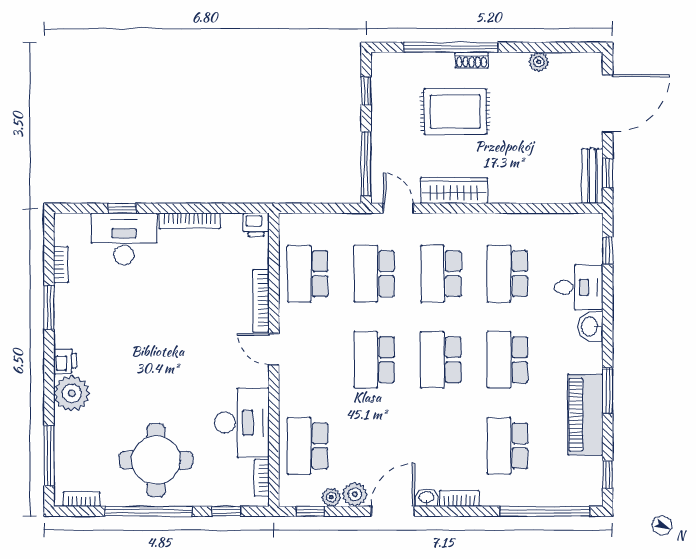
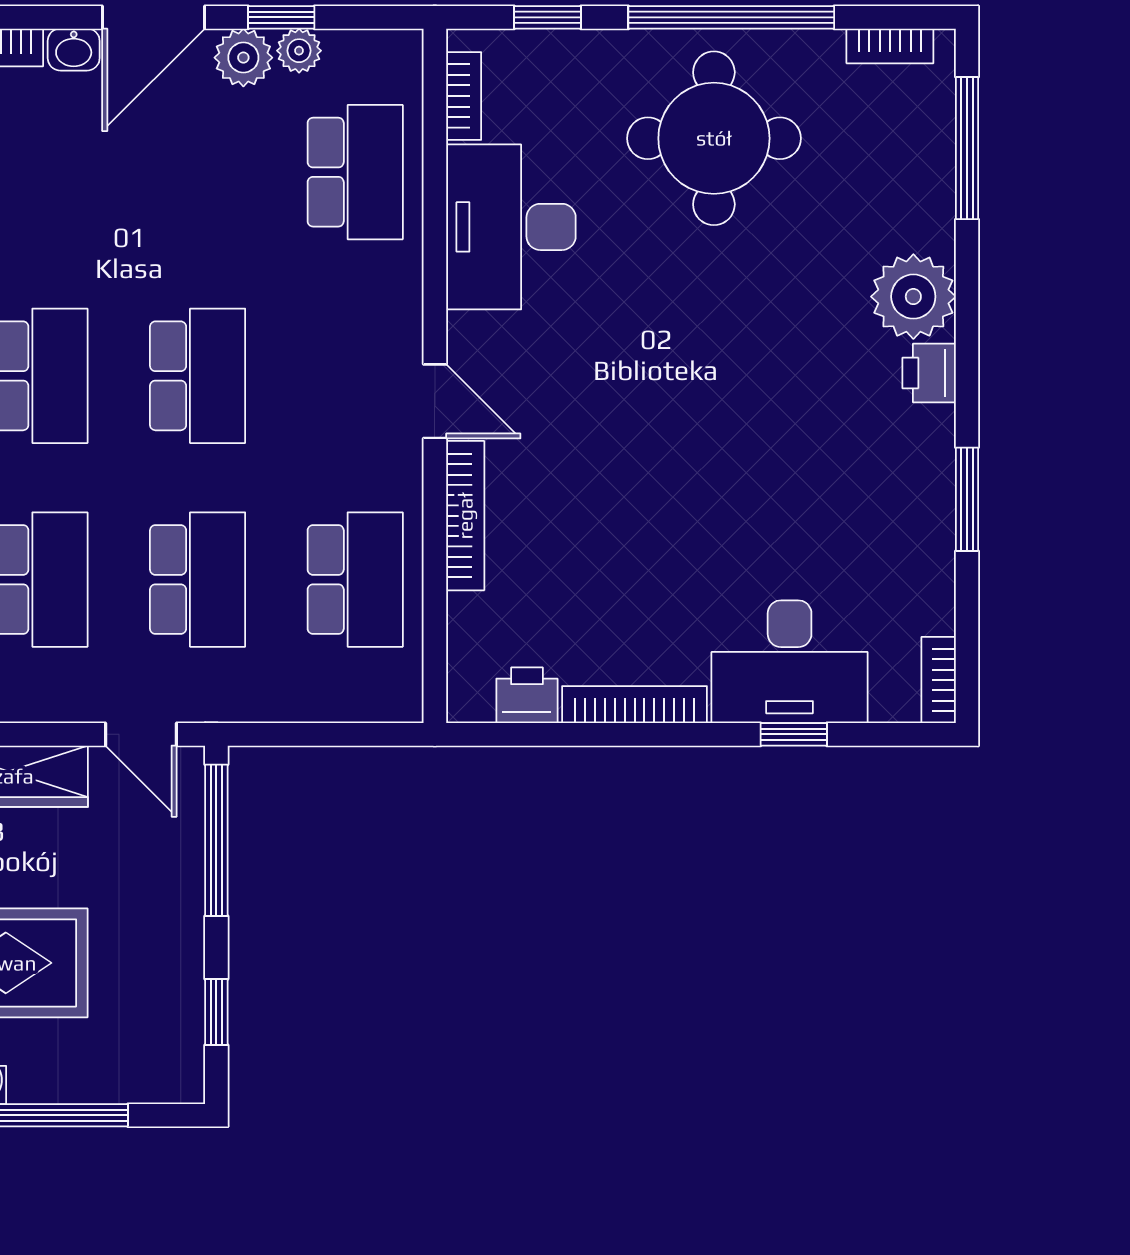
printer: (256, 225) -> (527, 695), moved
bookcase: (61, 264) -> (939, 680), moved
window: (310, 511) -> (281, 17), moved

